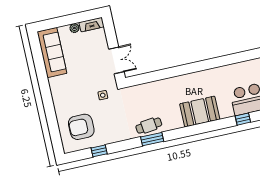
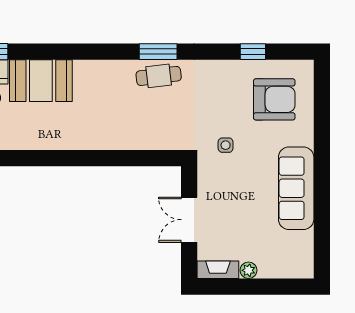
sofa: (52, 52) -> (296, 188), moved
double door: (116, 60) -> (189, 220), moved
booth: (200, 112) -> (41, 81), moved

